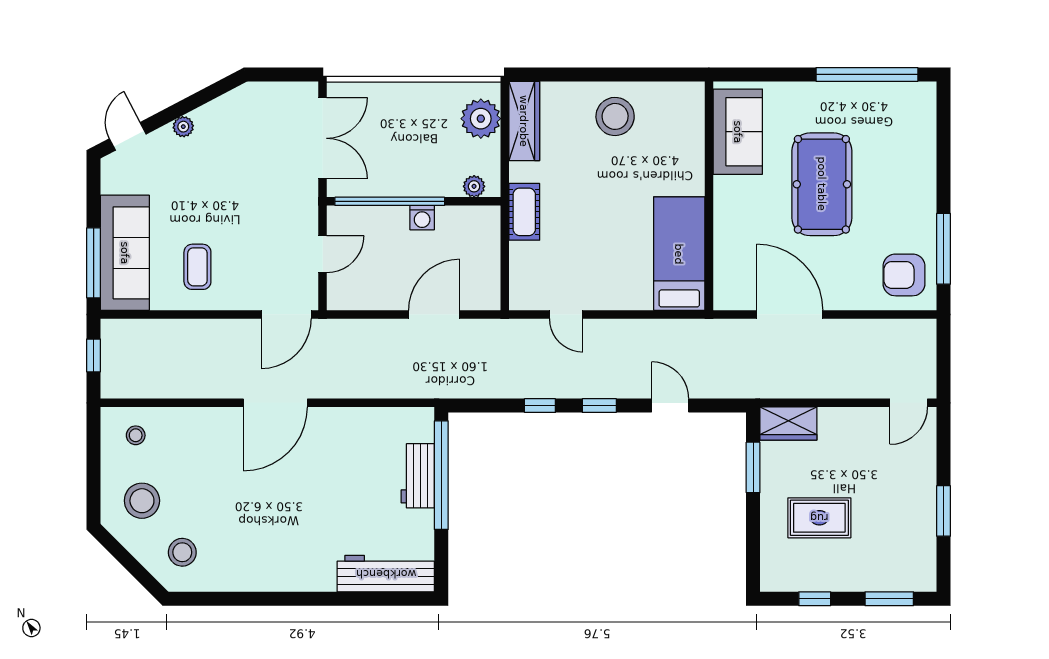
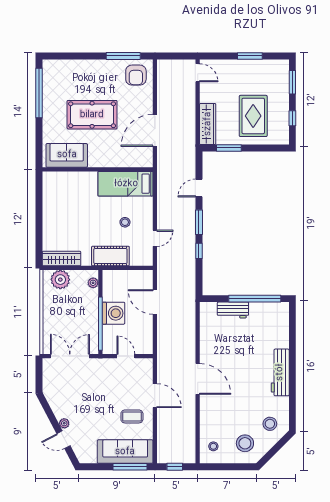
stool: (615, 116) -> (125, 222), moved, width x0.53, depth x0.53
door: (128, 136) -> (63, 440), moved
cot: (524, 212) -> (110, 256), width x1.37, depth x1.34
washing machine: (422, 218) -> (113, 313), width x1.89, depth x1.89
door: (286, 314) -> (155, 396), moved
window: (599, 406) -> (199, 222), width x1.50
wardrobe: (788, 423) -> (208, 124), width x1.50
window: (441, 475) -> (255, 299), moved
rug: (819, 518) -> (253, 116), width x1.36, depth x1.43
workbench: (386, 574) -> (280, 372), moved

